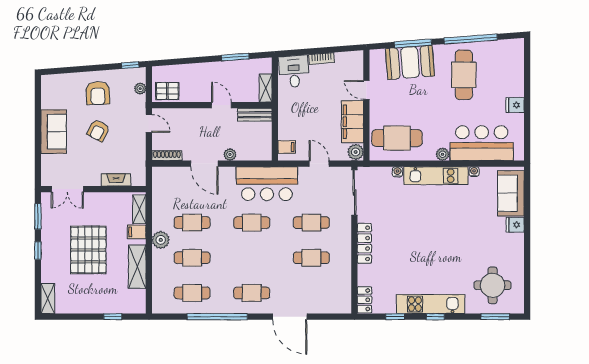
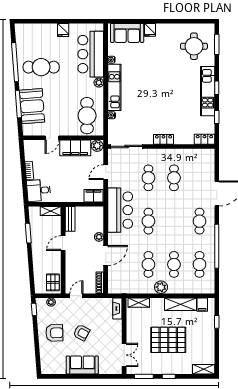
filing cabinet: (287, 147) -> (94, 196), width x2.00
fireplace: (116, 180) -> (117, 309), moved
filing cabinet: (137, 232) -> (202, 305), moved
locker: (364, 243) -> (163, 139), width x0.66

